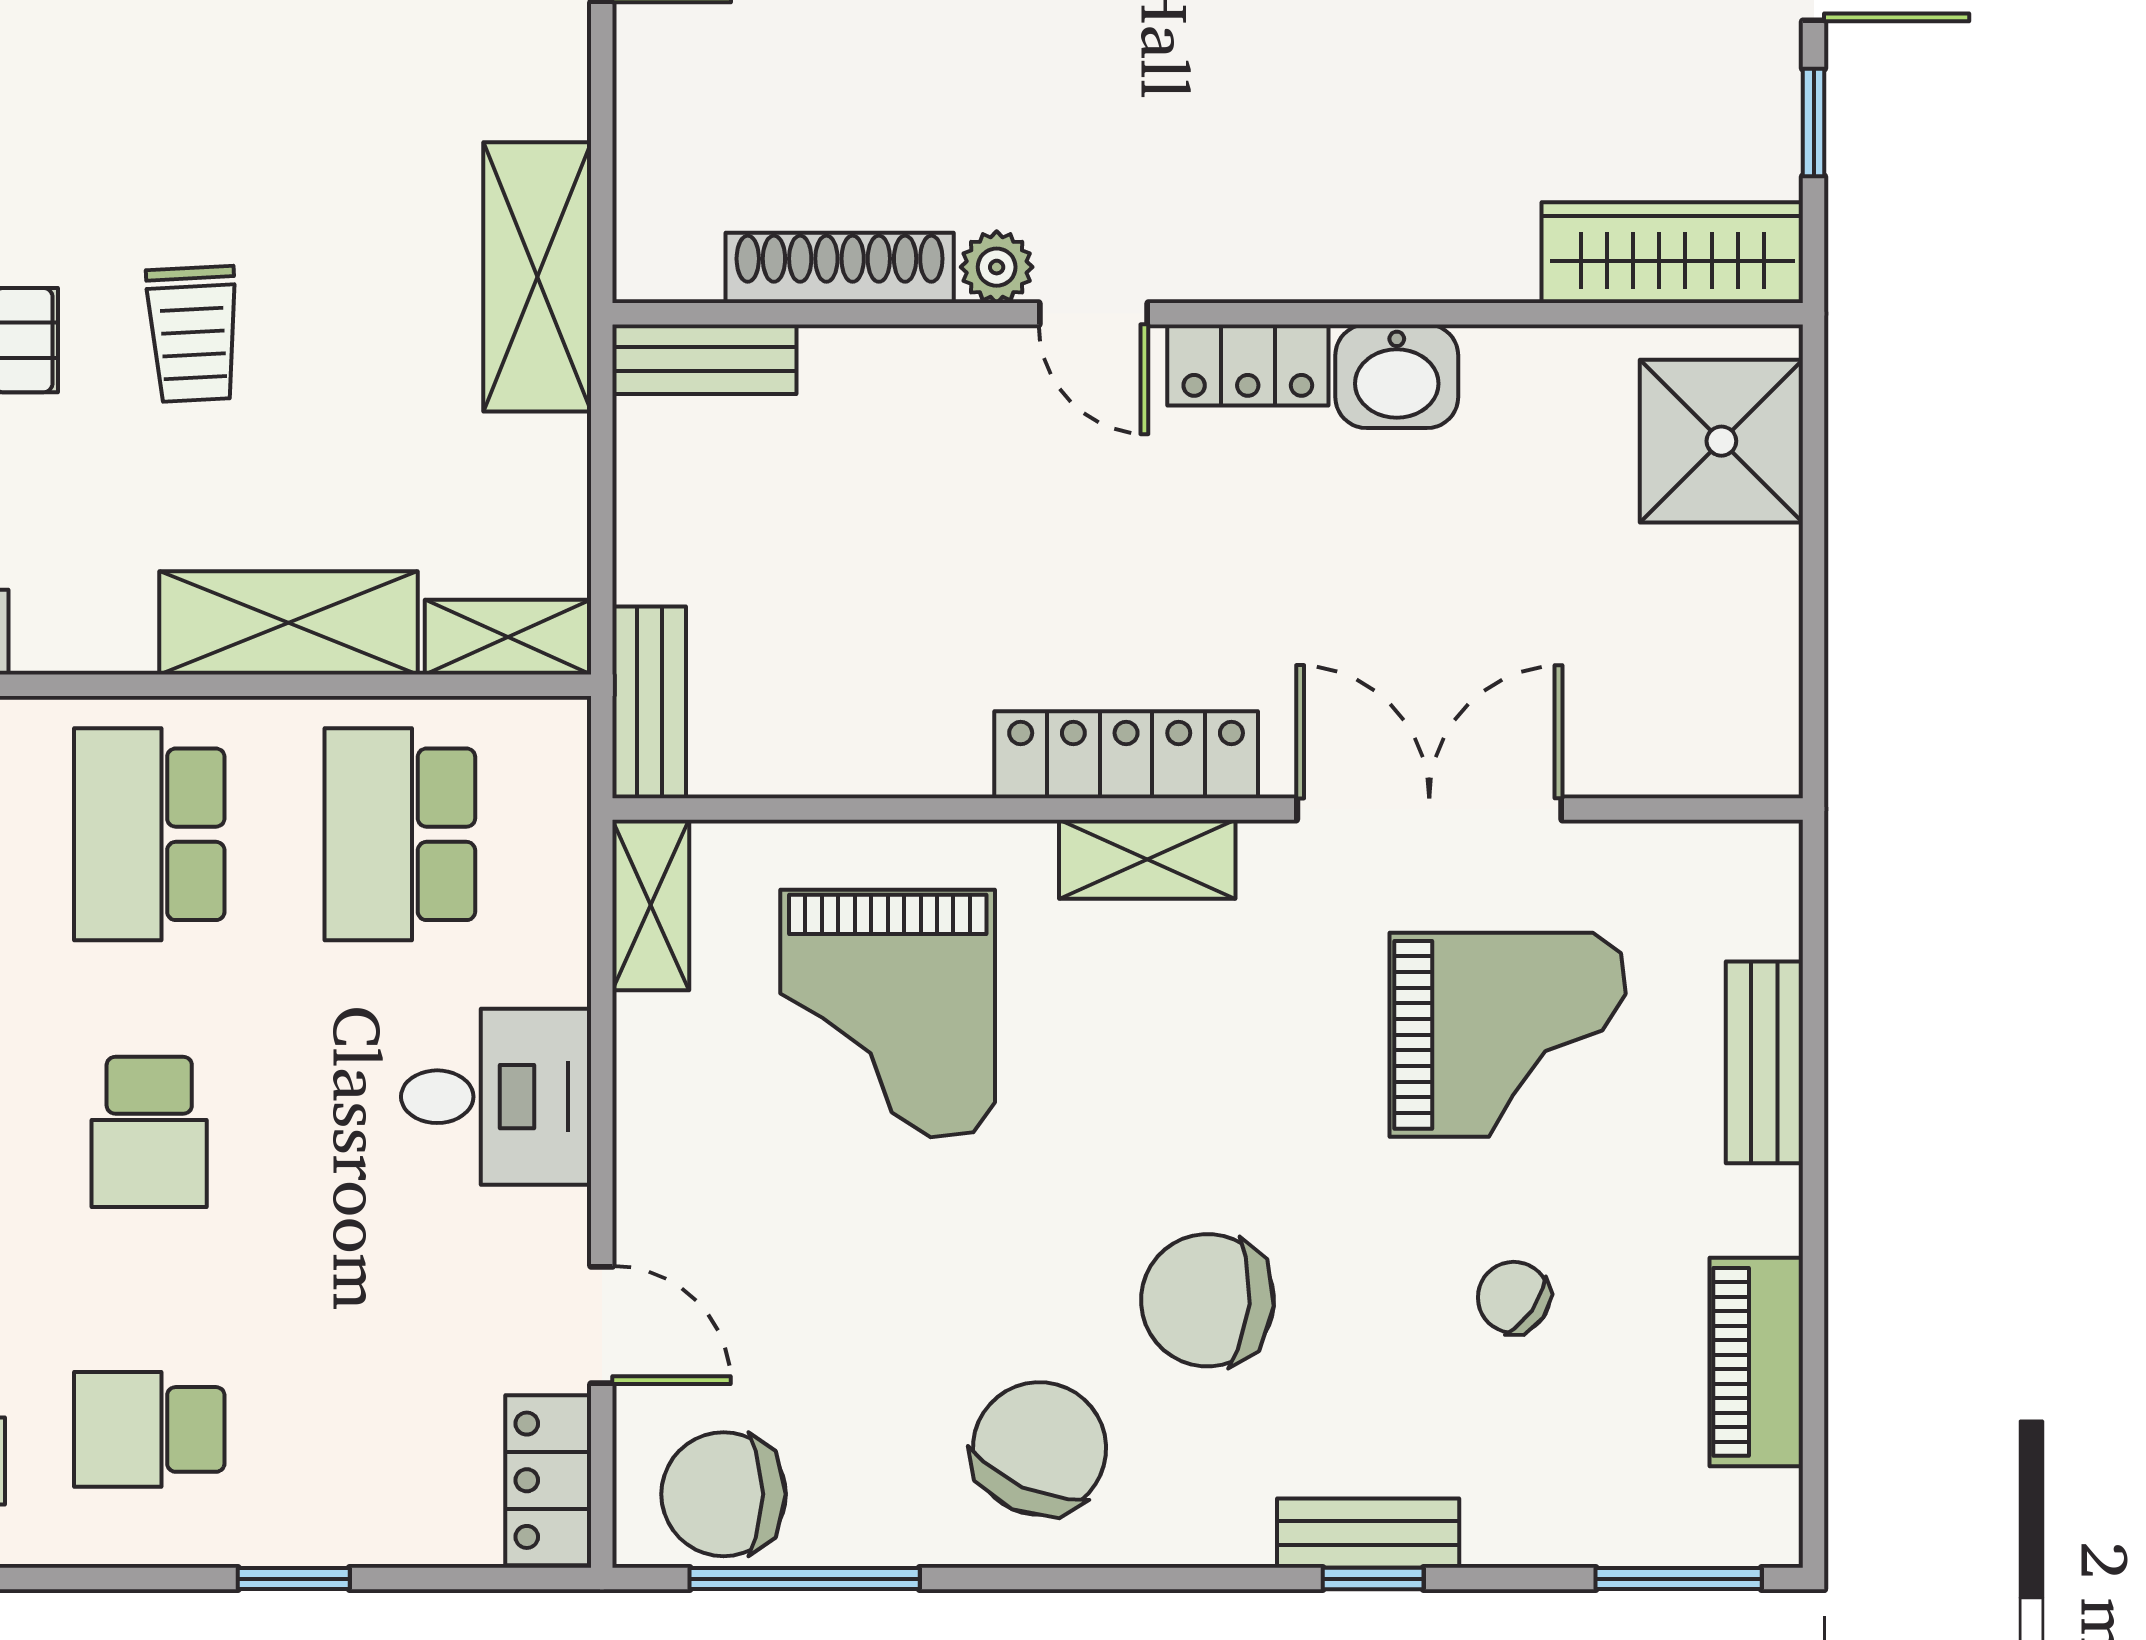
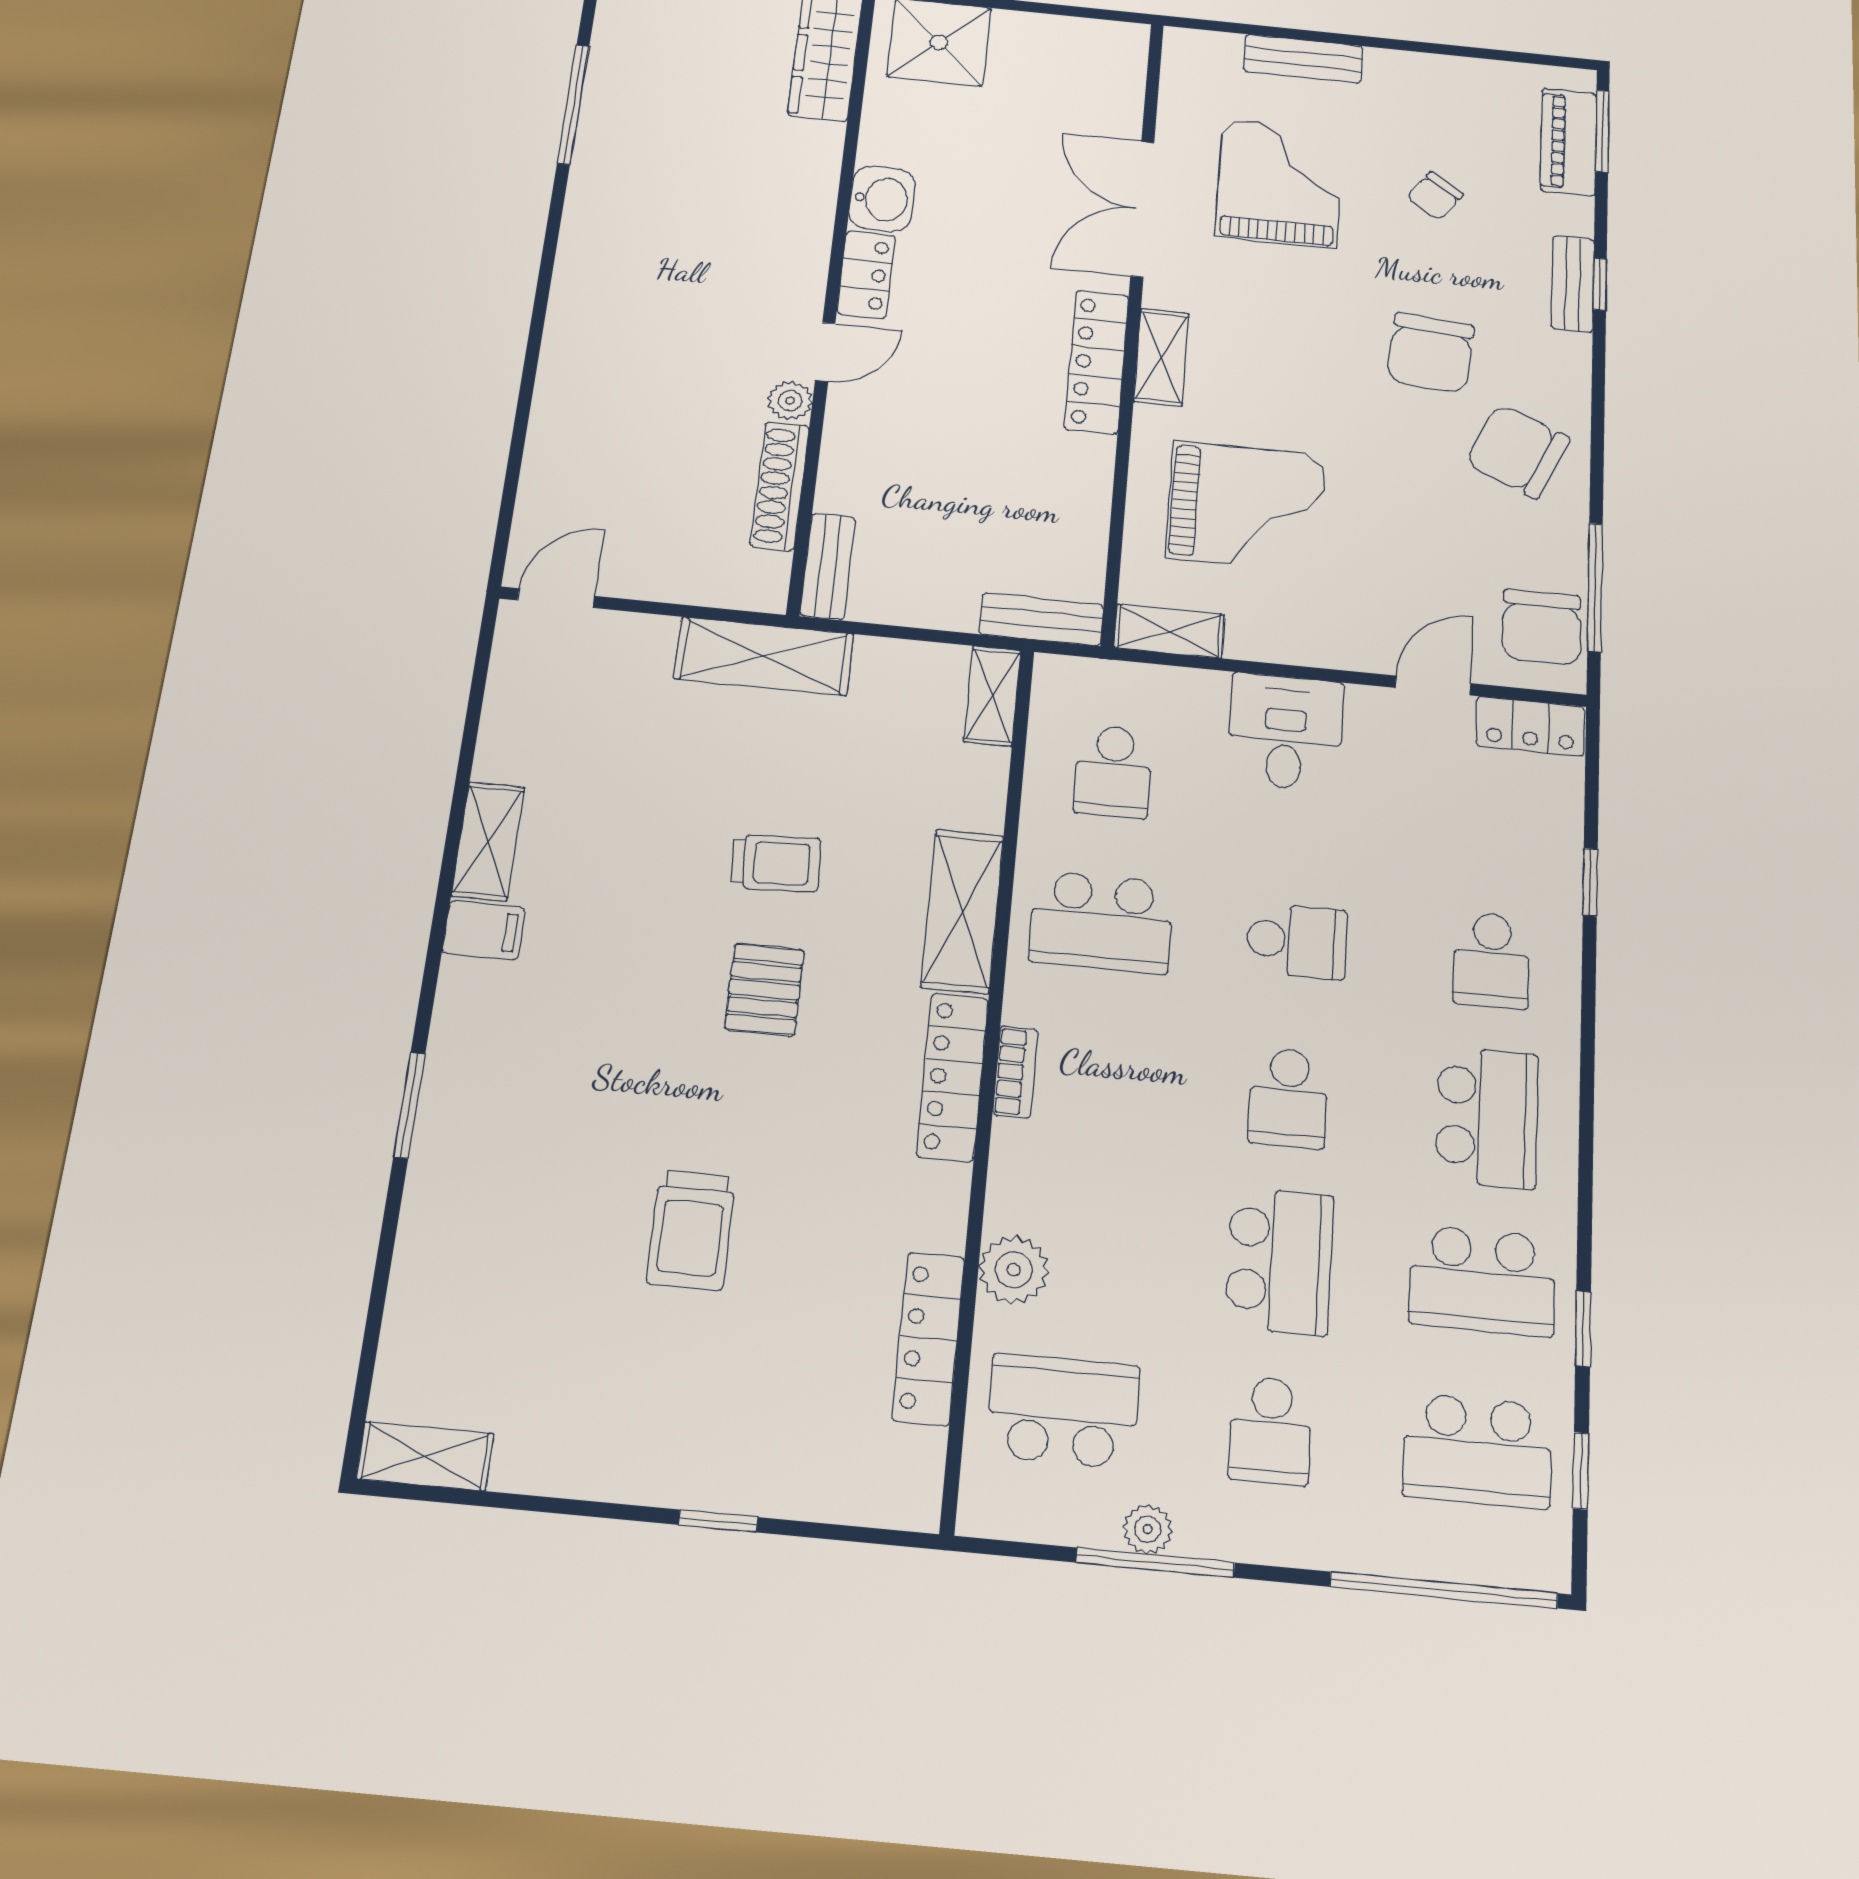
shelving: (289, 623) -> (962, 911), moved
school desk: (400, 834) -> (1113, 772), width x0.54
piano: (1756, 1362) -> (1569, 142), moved, turned 90

